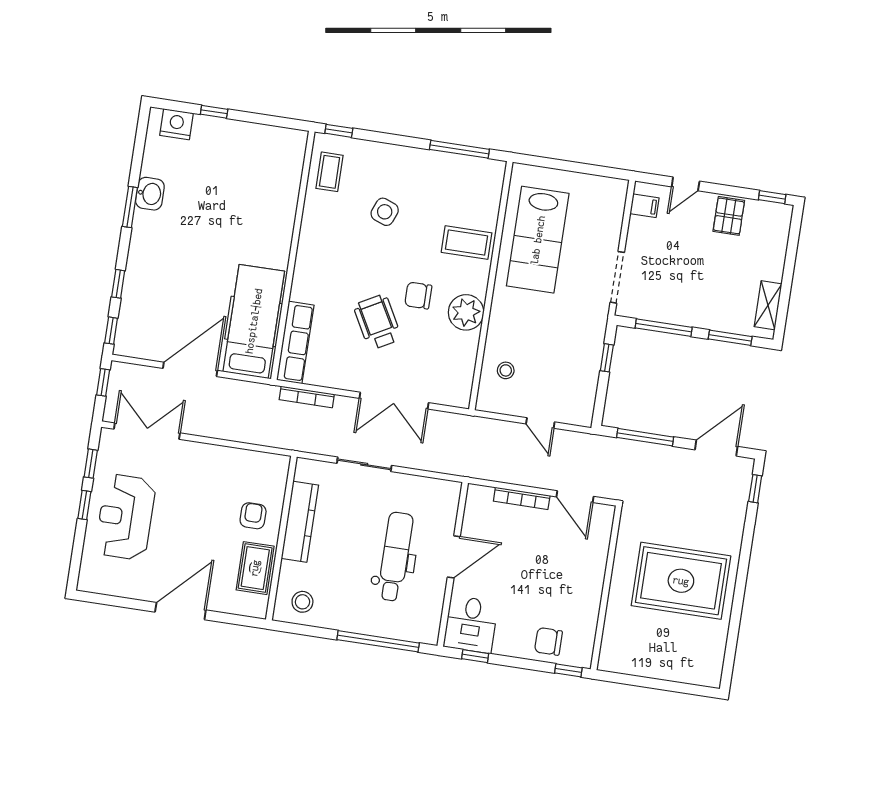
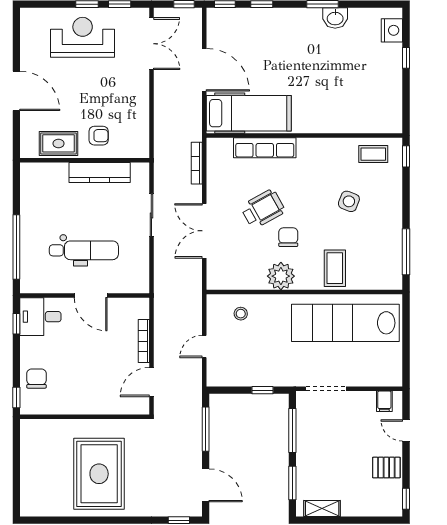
lab bench: (538, 240) -> (345, 323), width x1.36
row of seats: (295, 342) -> (265, 148), moved
stool: (302, 602) -> (38, 184), removed

